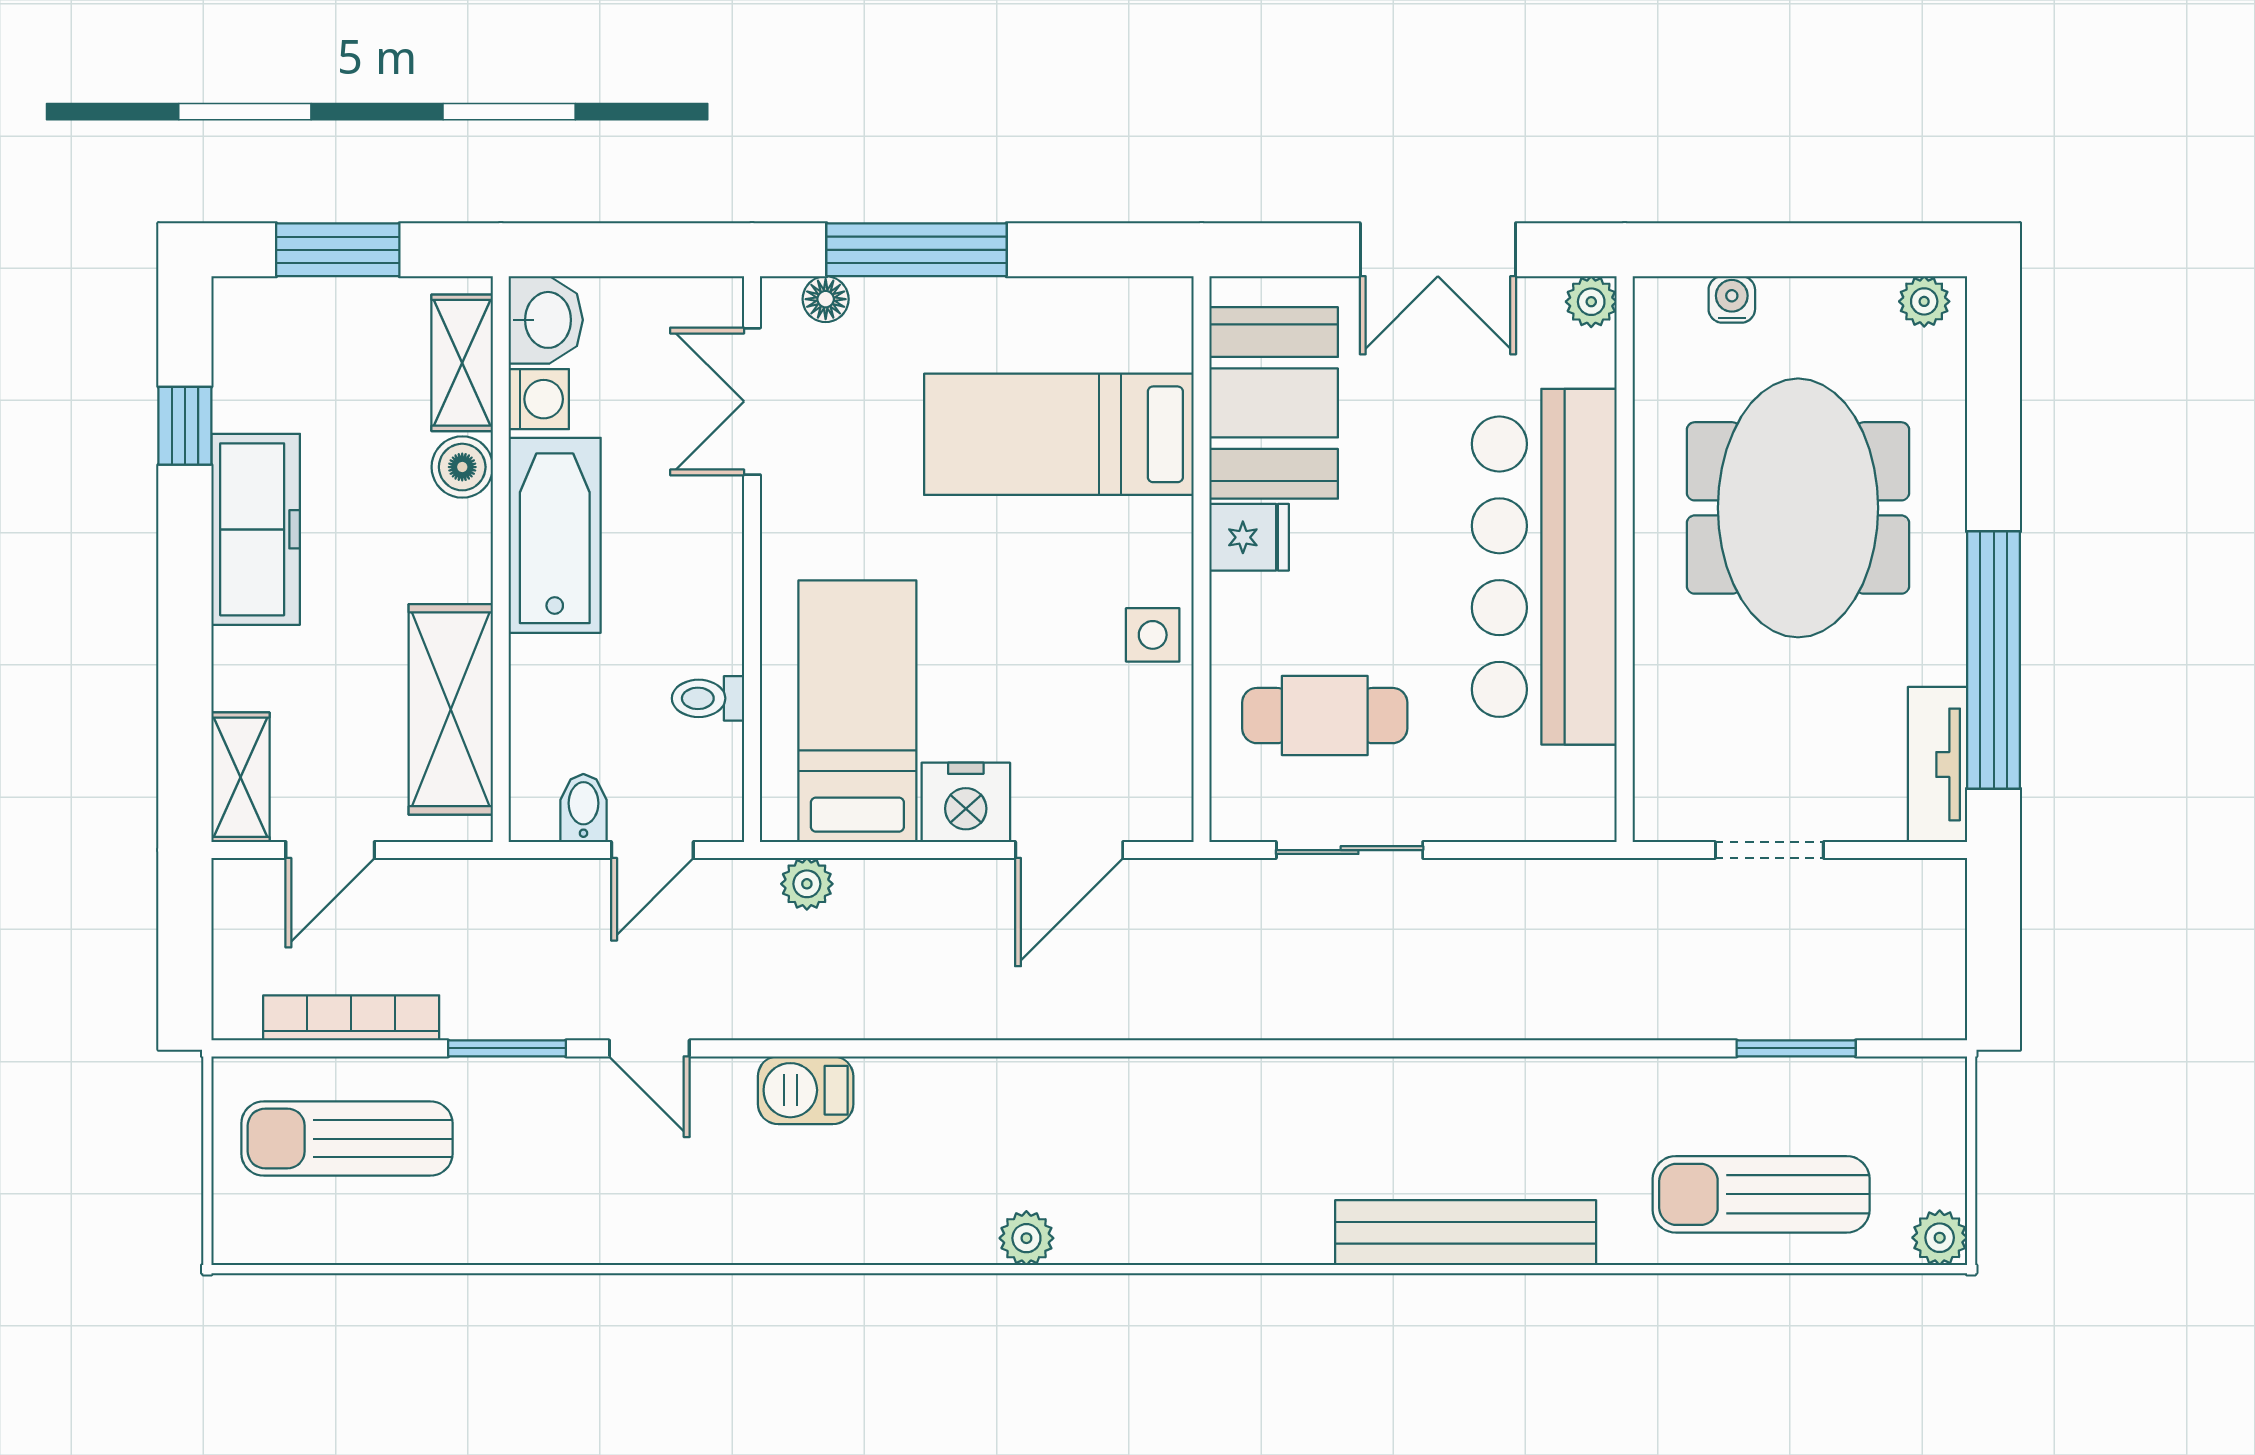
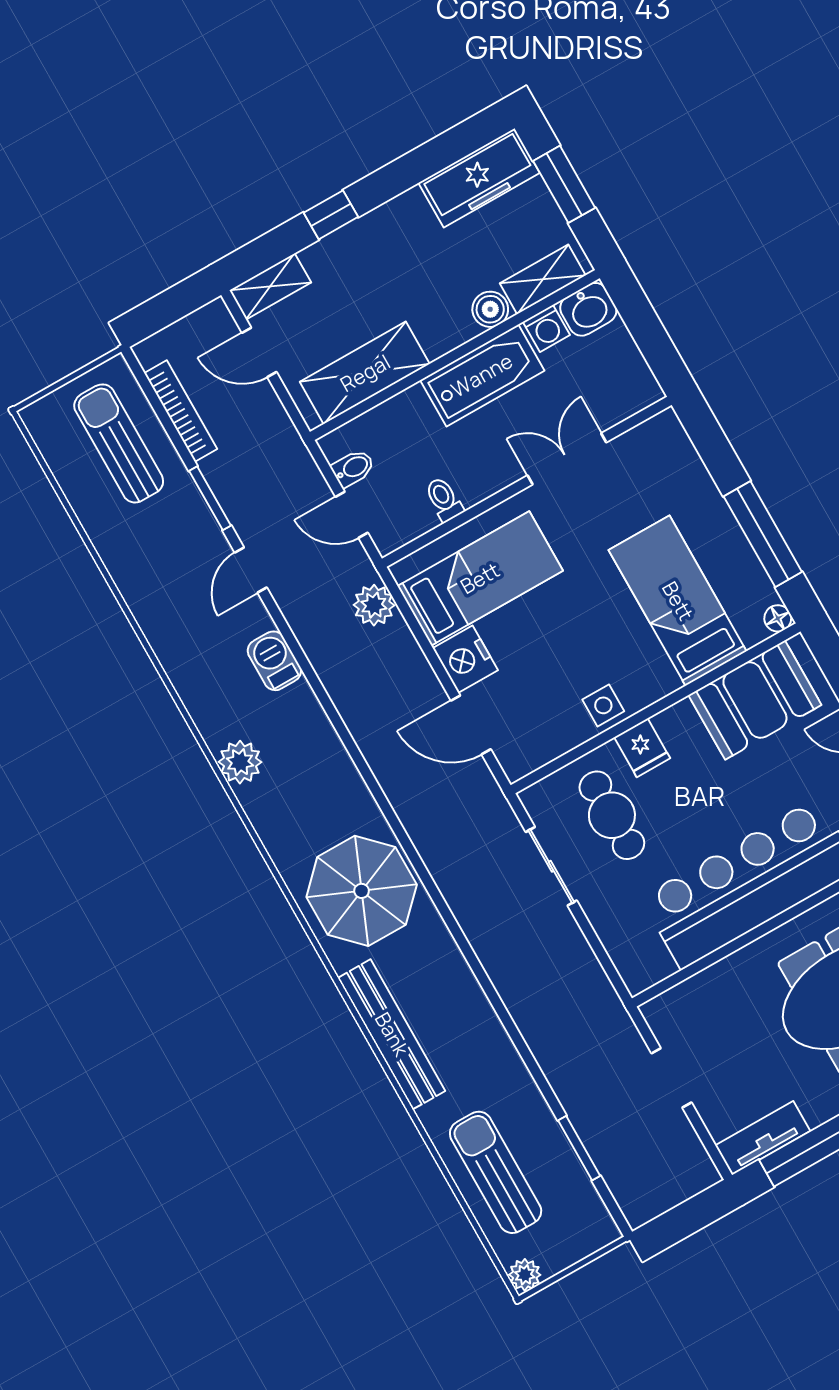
window: (916, 250) -> (763, 534), moved
floor lamp: (826, 299) -> (778, 618), moved
double door: (752, 401) -> (567, 459), moved
window: (185, 426) -> (331, 215), moved
freezer: (256, 529) -> (479, 178), moved
fridge: (1249, 537) -> (642, 748), moved
plant: (807, 884) -> (374, 605), width x1.38, depth x1.38
parasol: (1225, 1156) -> (362, 891), added
plant: (1026, 1238) -> (240, 762), moved, width x1.38, depth x1.38

